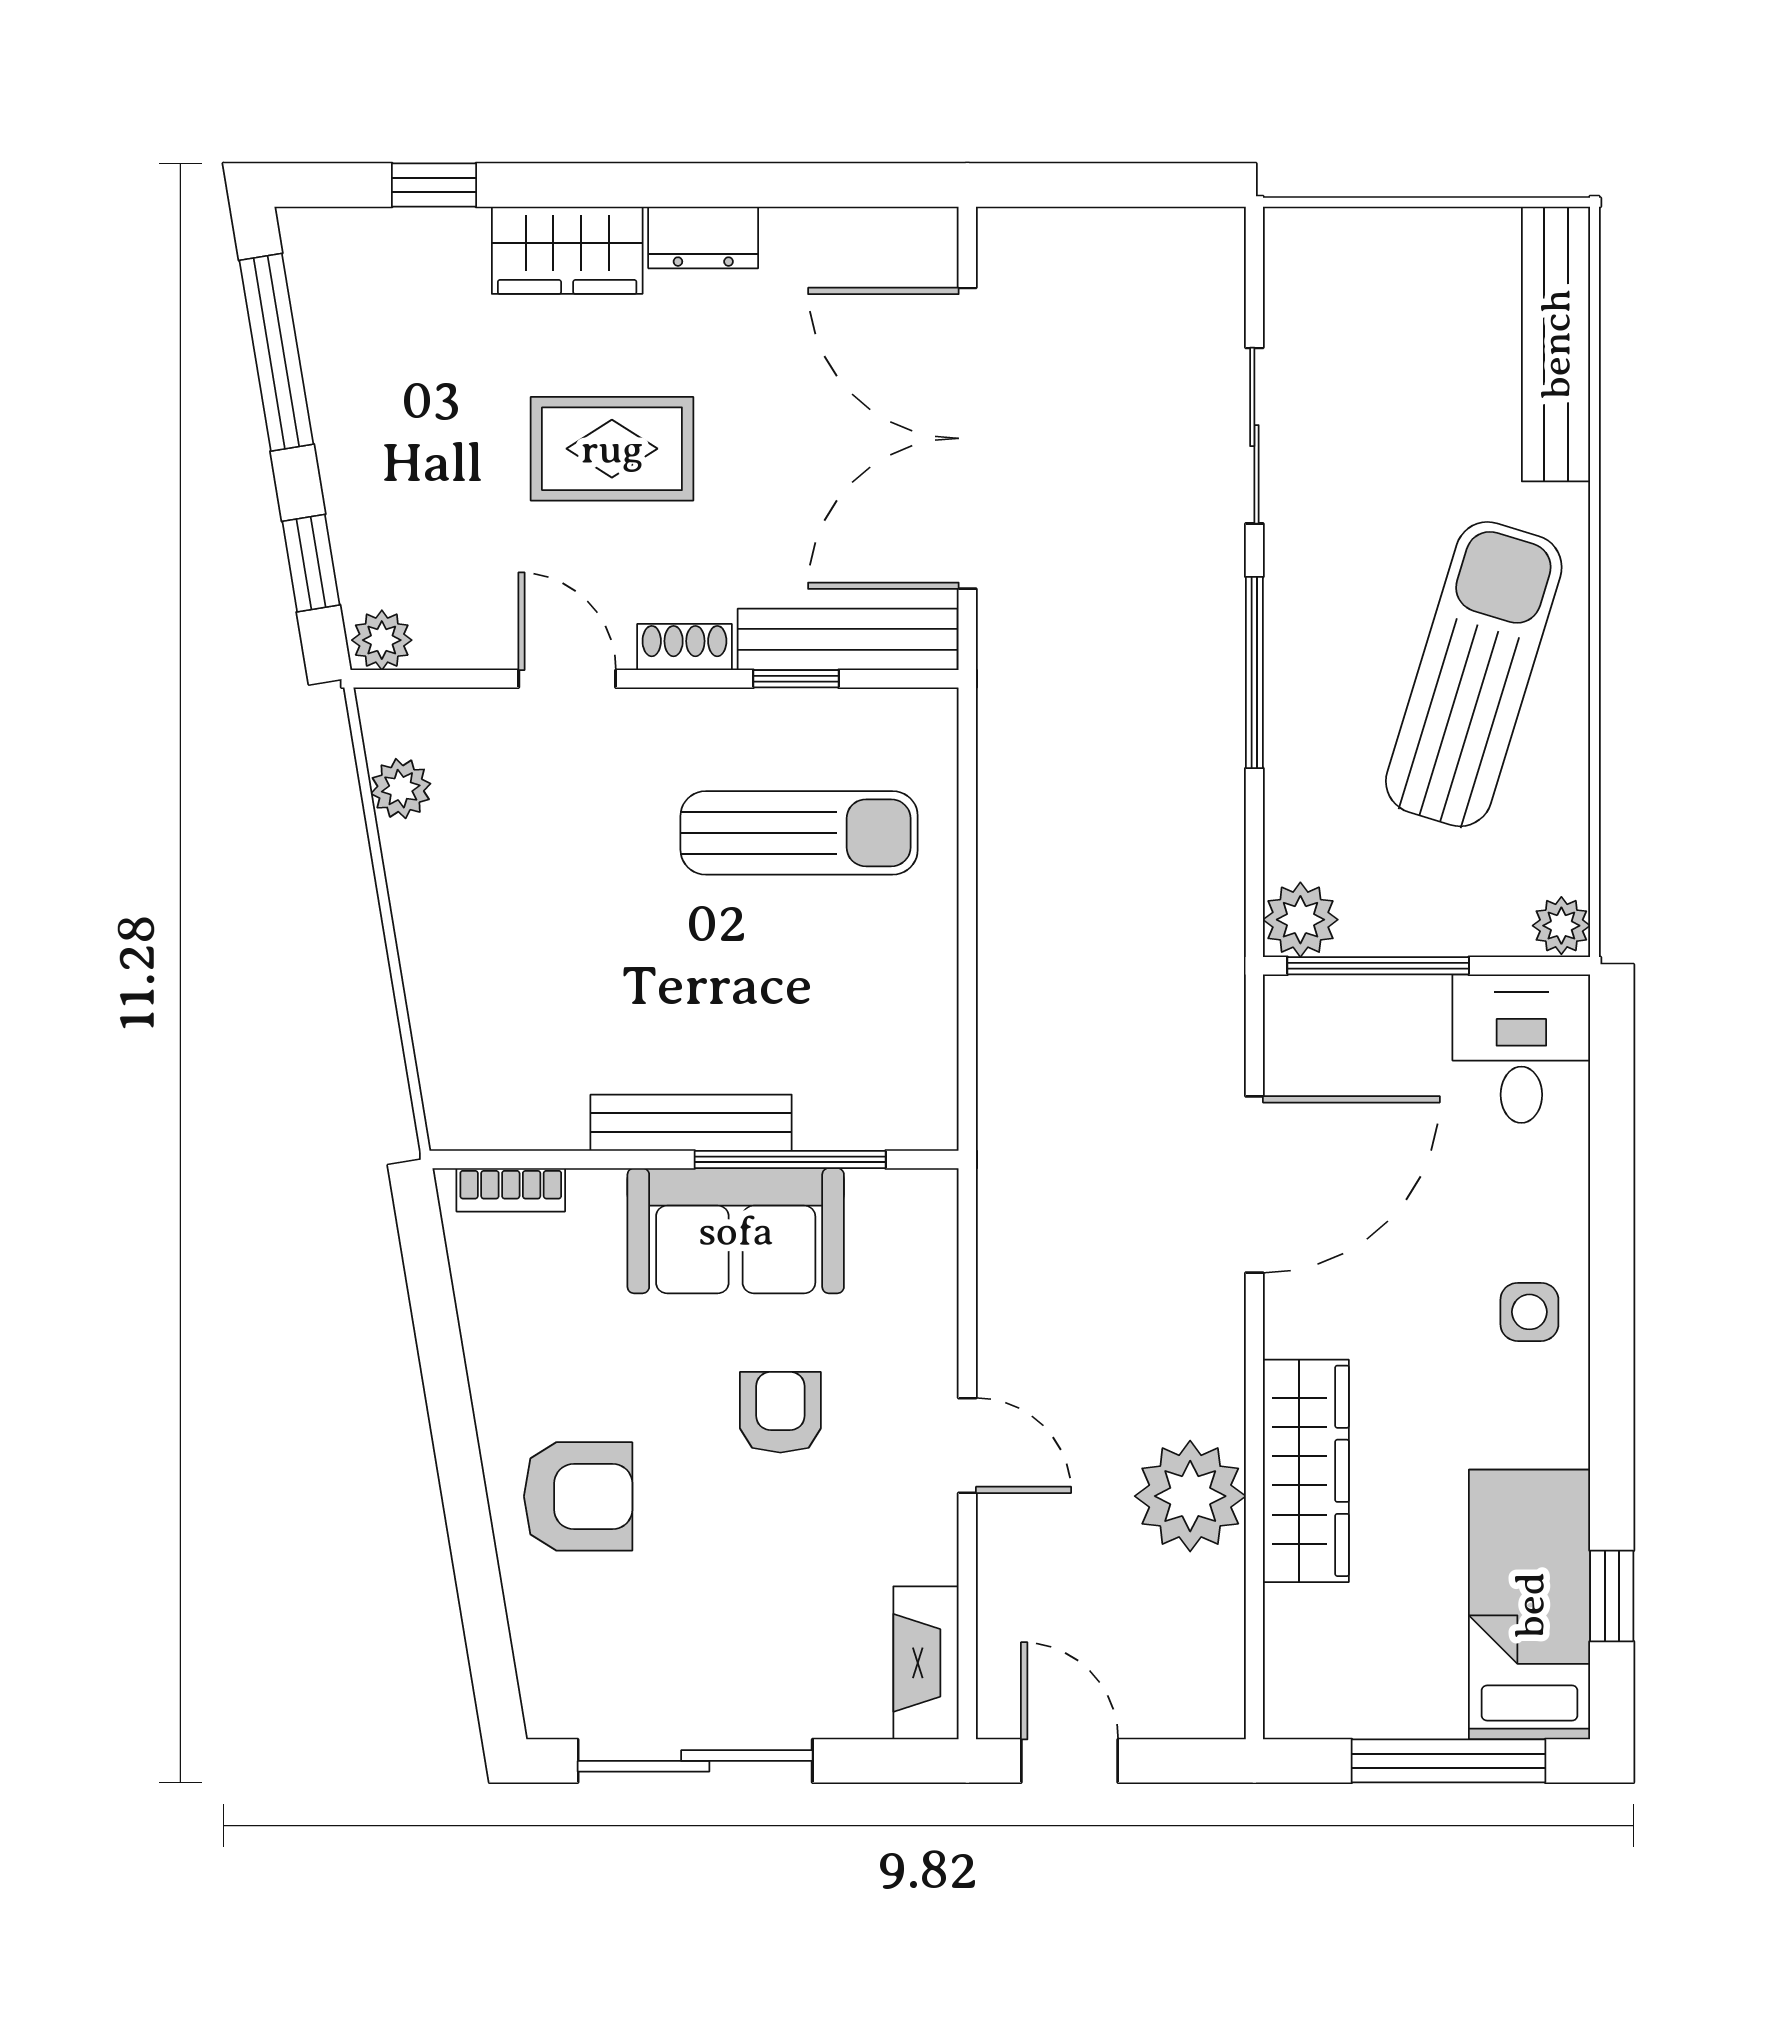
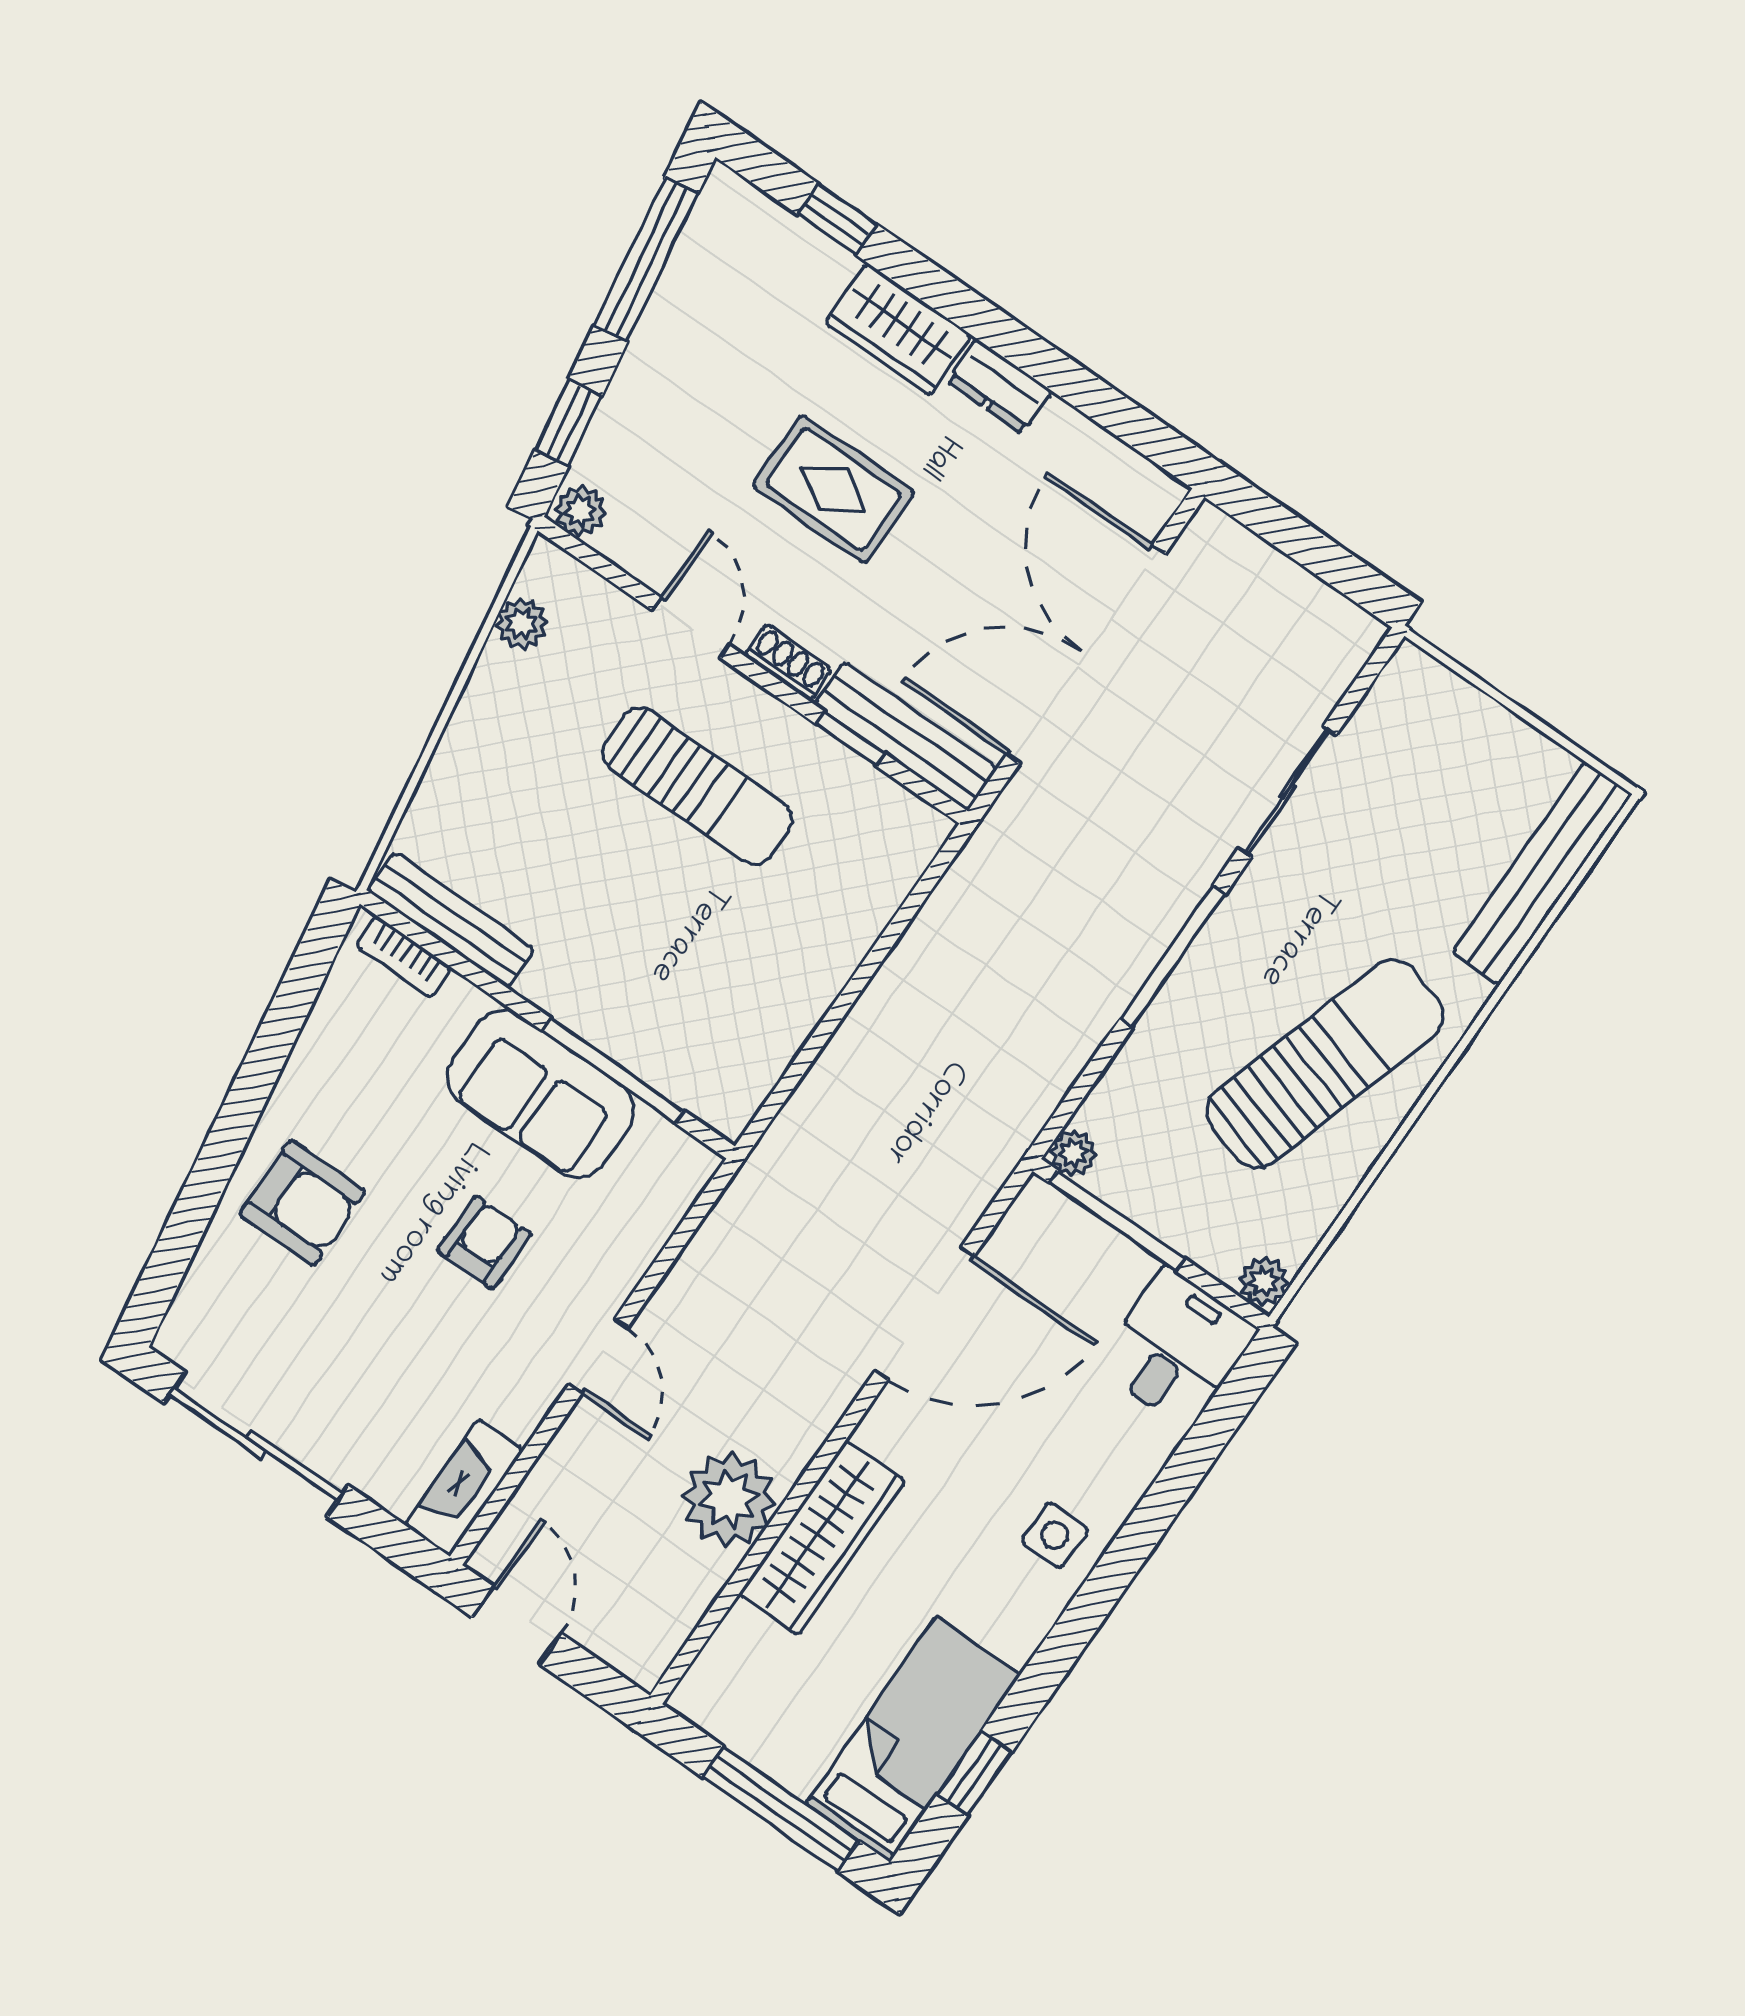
sun lounger: (799, 833) -> (697, 786), moved
plant: (1300, 920) -> (1073, 1153), width x0.73, depth x0.73
bench: (691, 1123) -> (451, 920), moved

